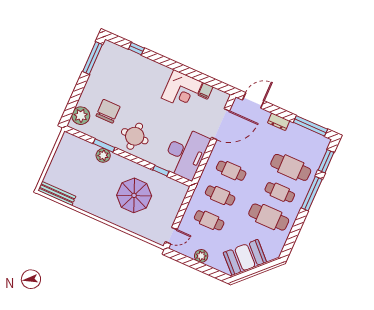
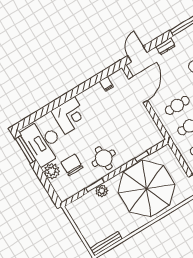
window: (136, 49) -> (41, 113), removed
corner desk: (182, 90) -> (70, 115), moved
plant: (81, 116) -> (52, 171), moved
desk: (186, 153) -> (43, 142), moved, turned 180
parasol: (134, 195) -> (146, 188), width x1.86, depth x1.86

